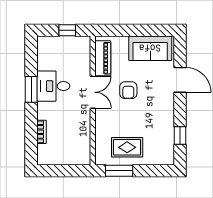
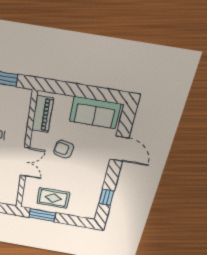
armchair: (128, 90) -> (64, 149), turned 102
double door: (93, 92) -> (25, 162), moved

